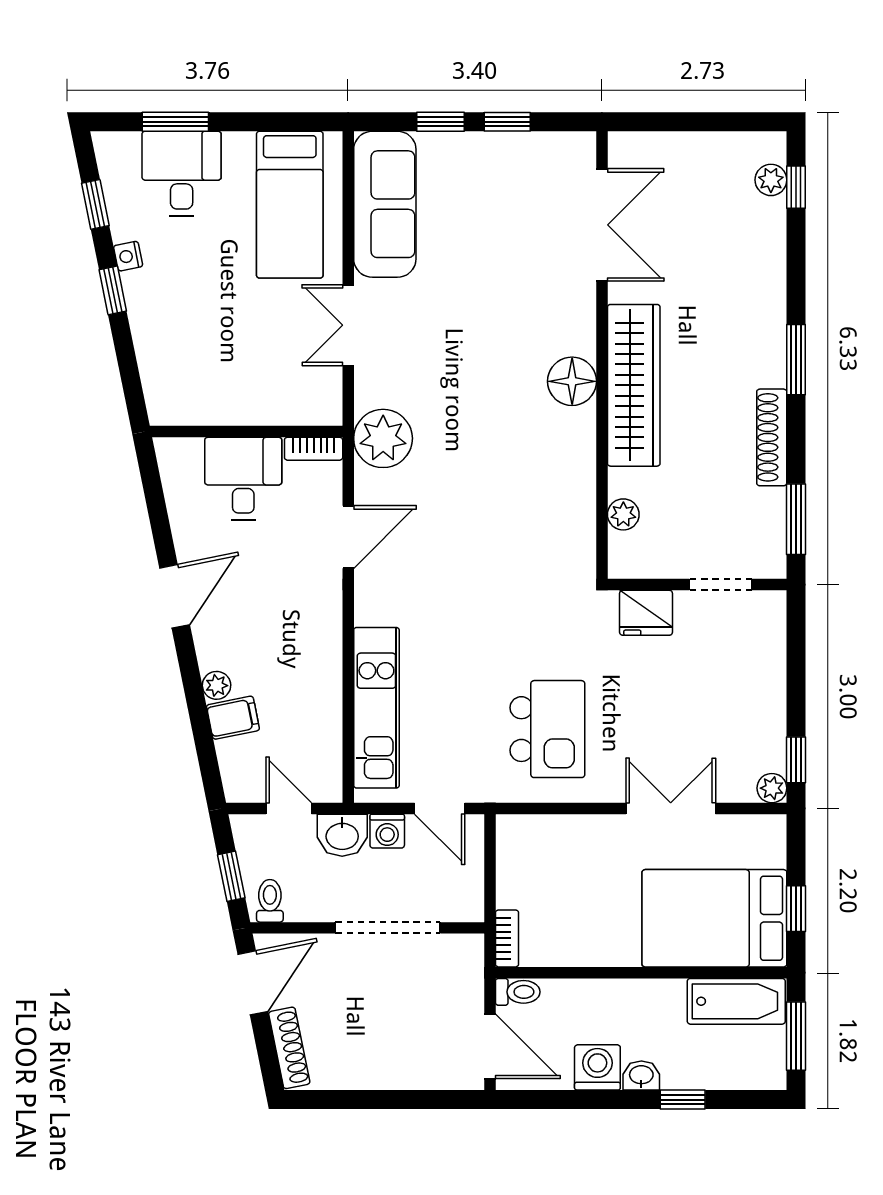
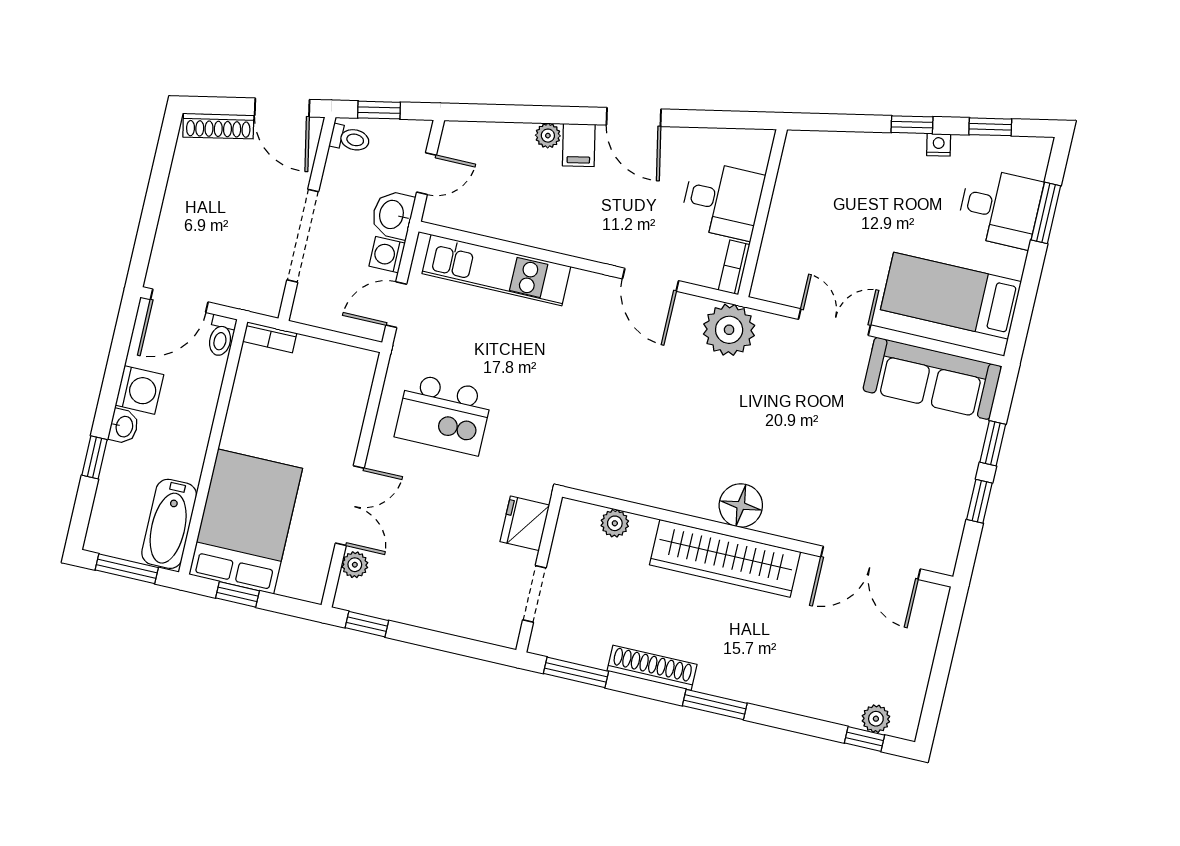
filing cabinet: (233, 718) -> (579, 145), moved
plant: (772, 788) -> (355, 565), moved

